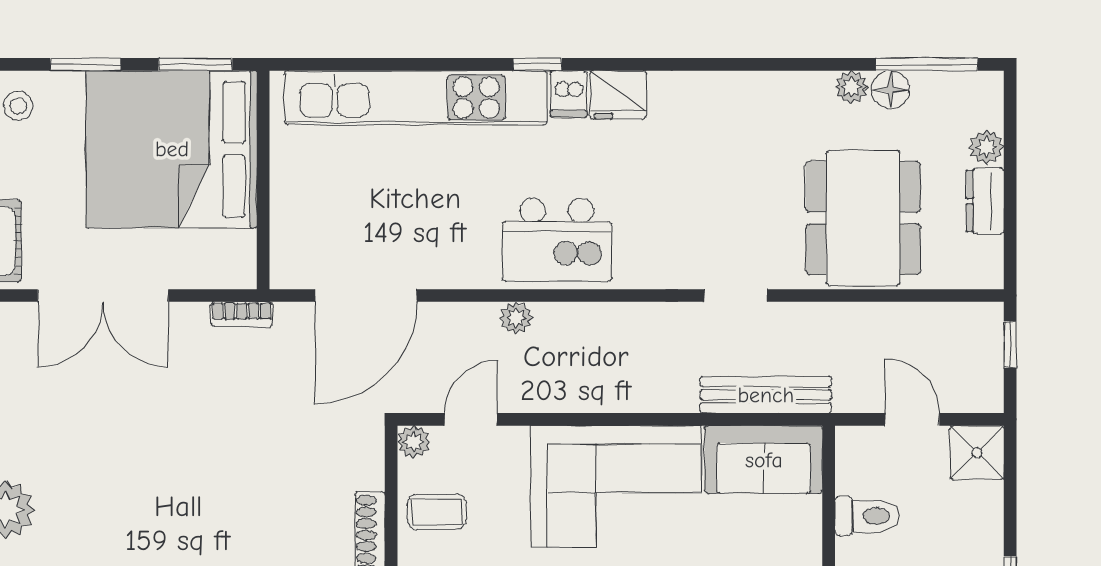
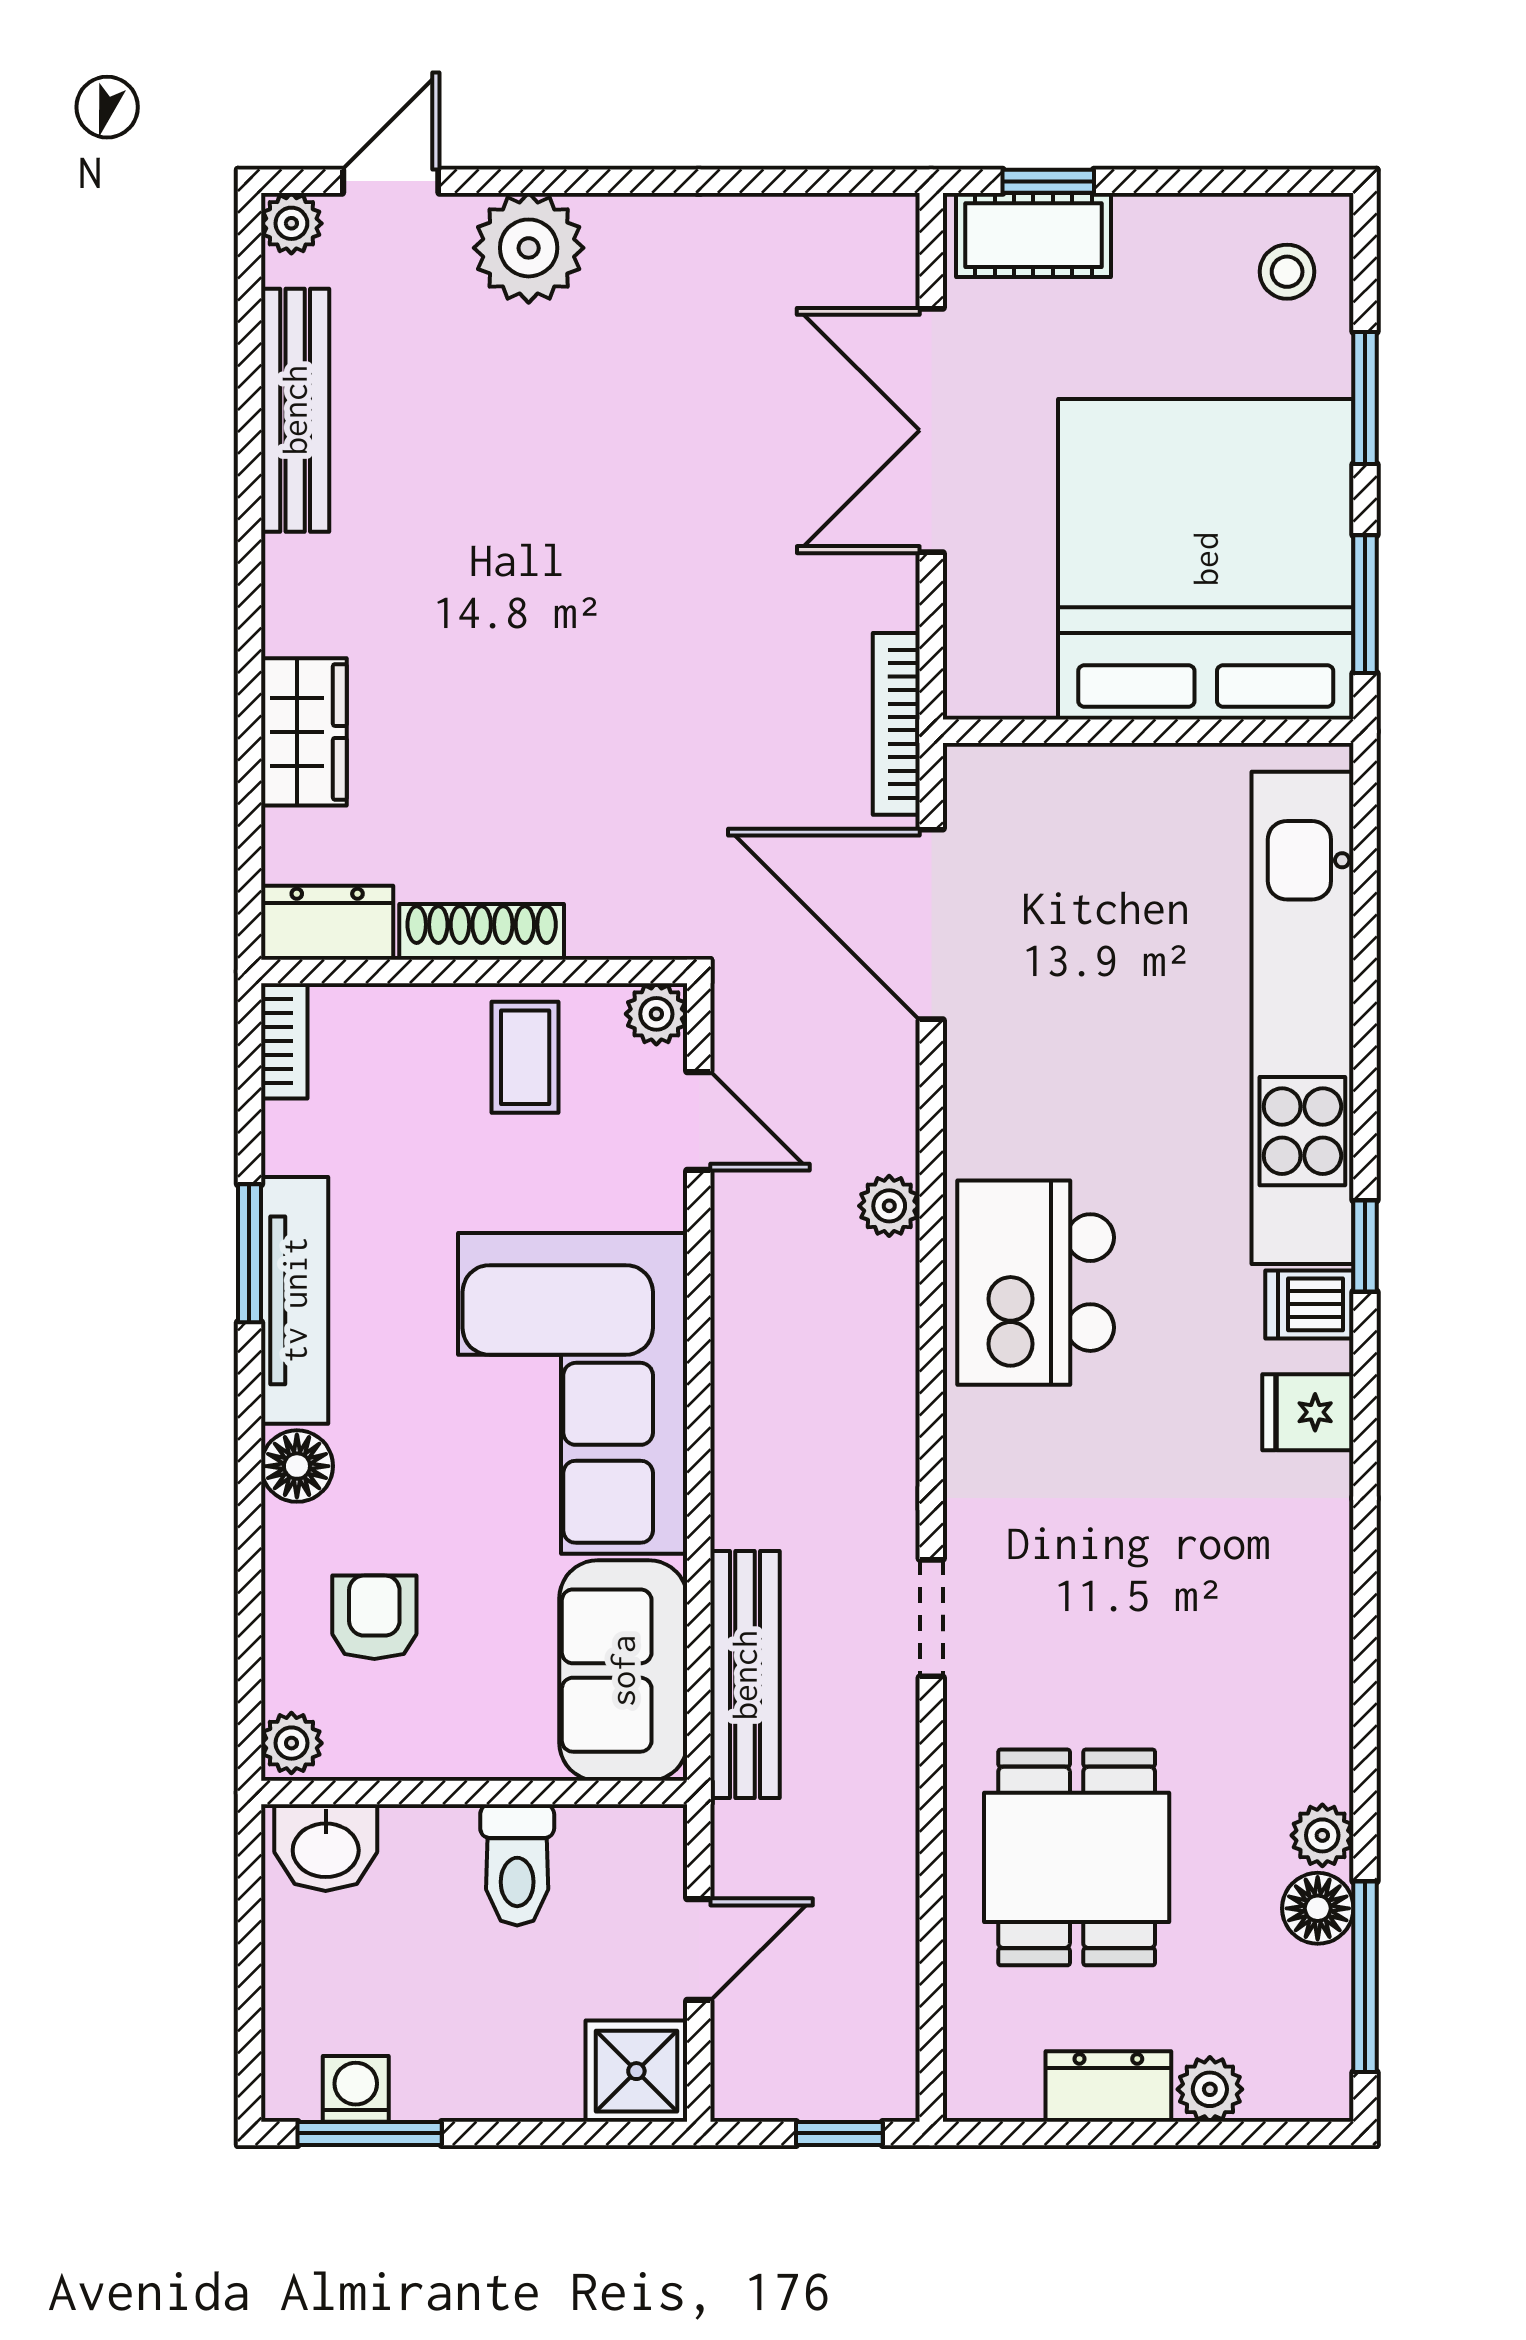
fridge: (618, 95) -> (1308, 1412), width x0.72
dining table: (863, 218) -> (1077, 1857), width x0.73
bookcase: (242, 314) -> (896, 724), width x1.56

